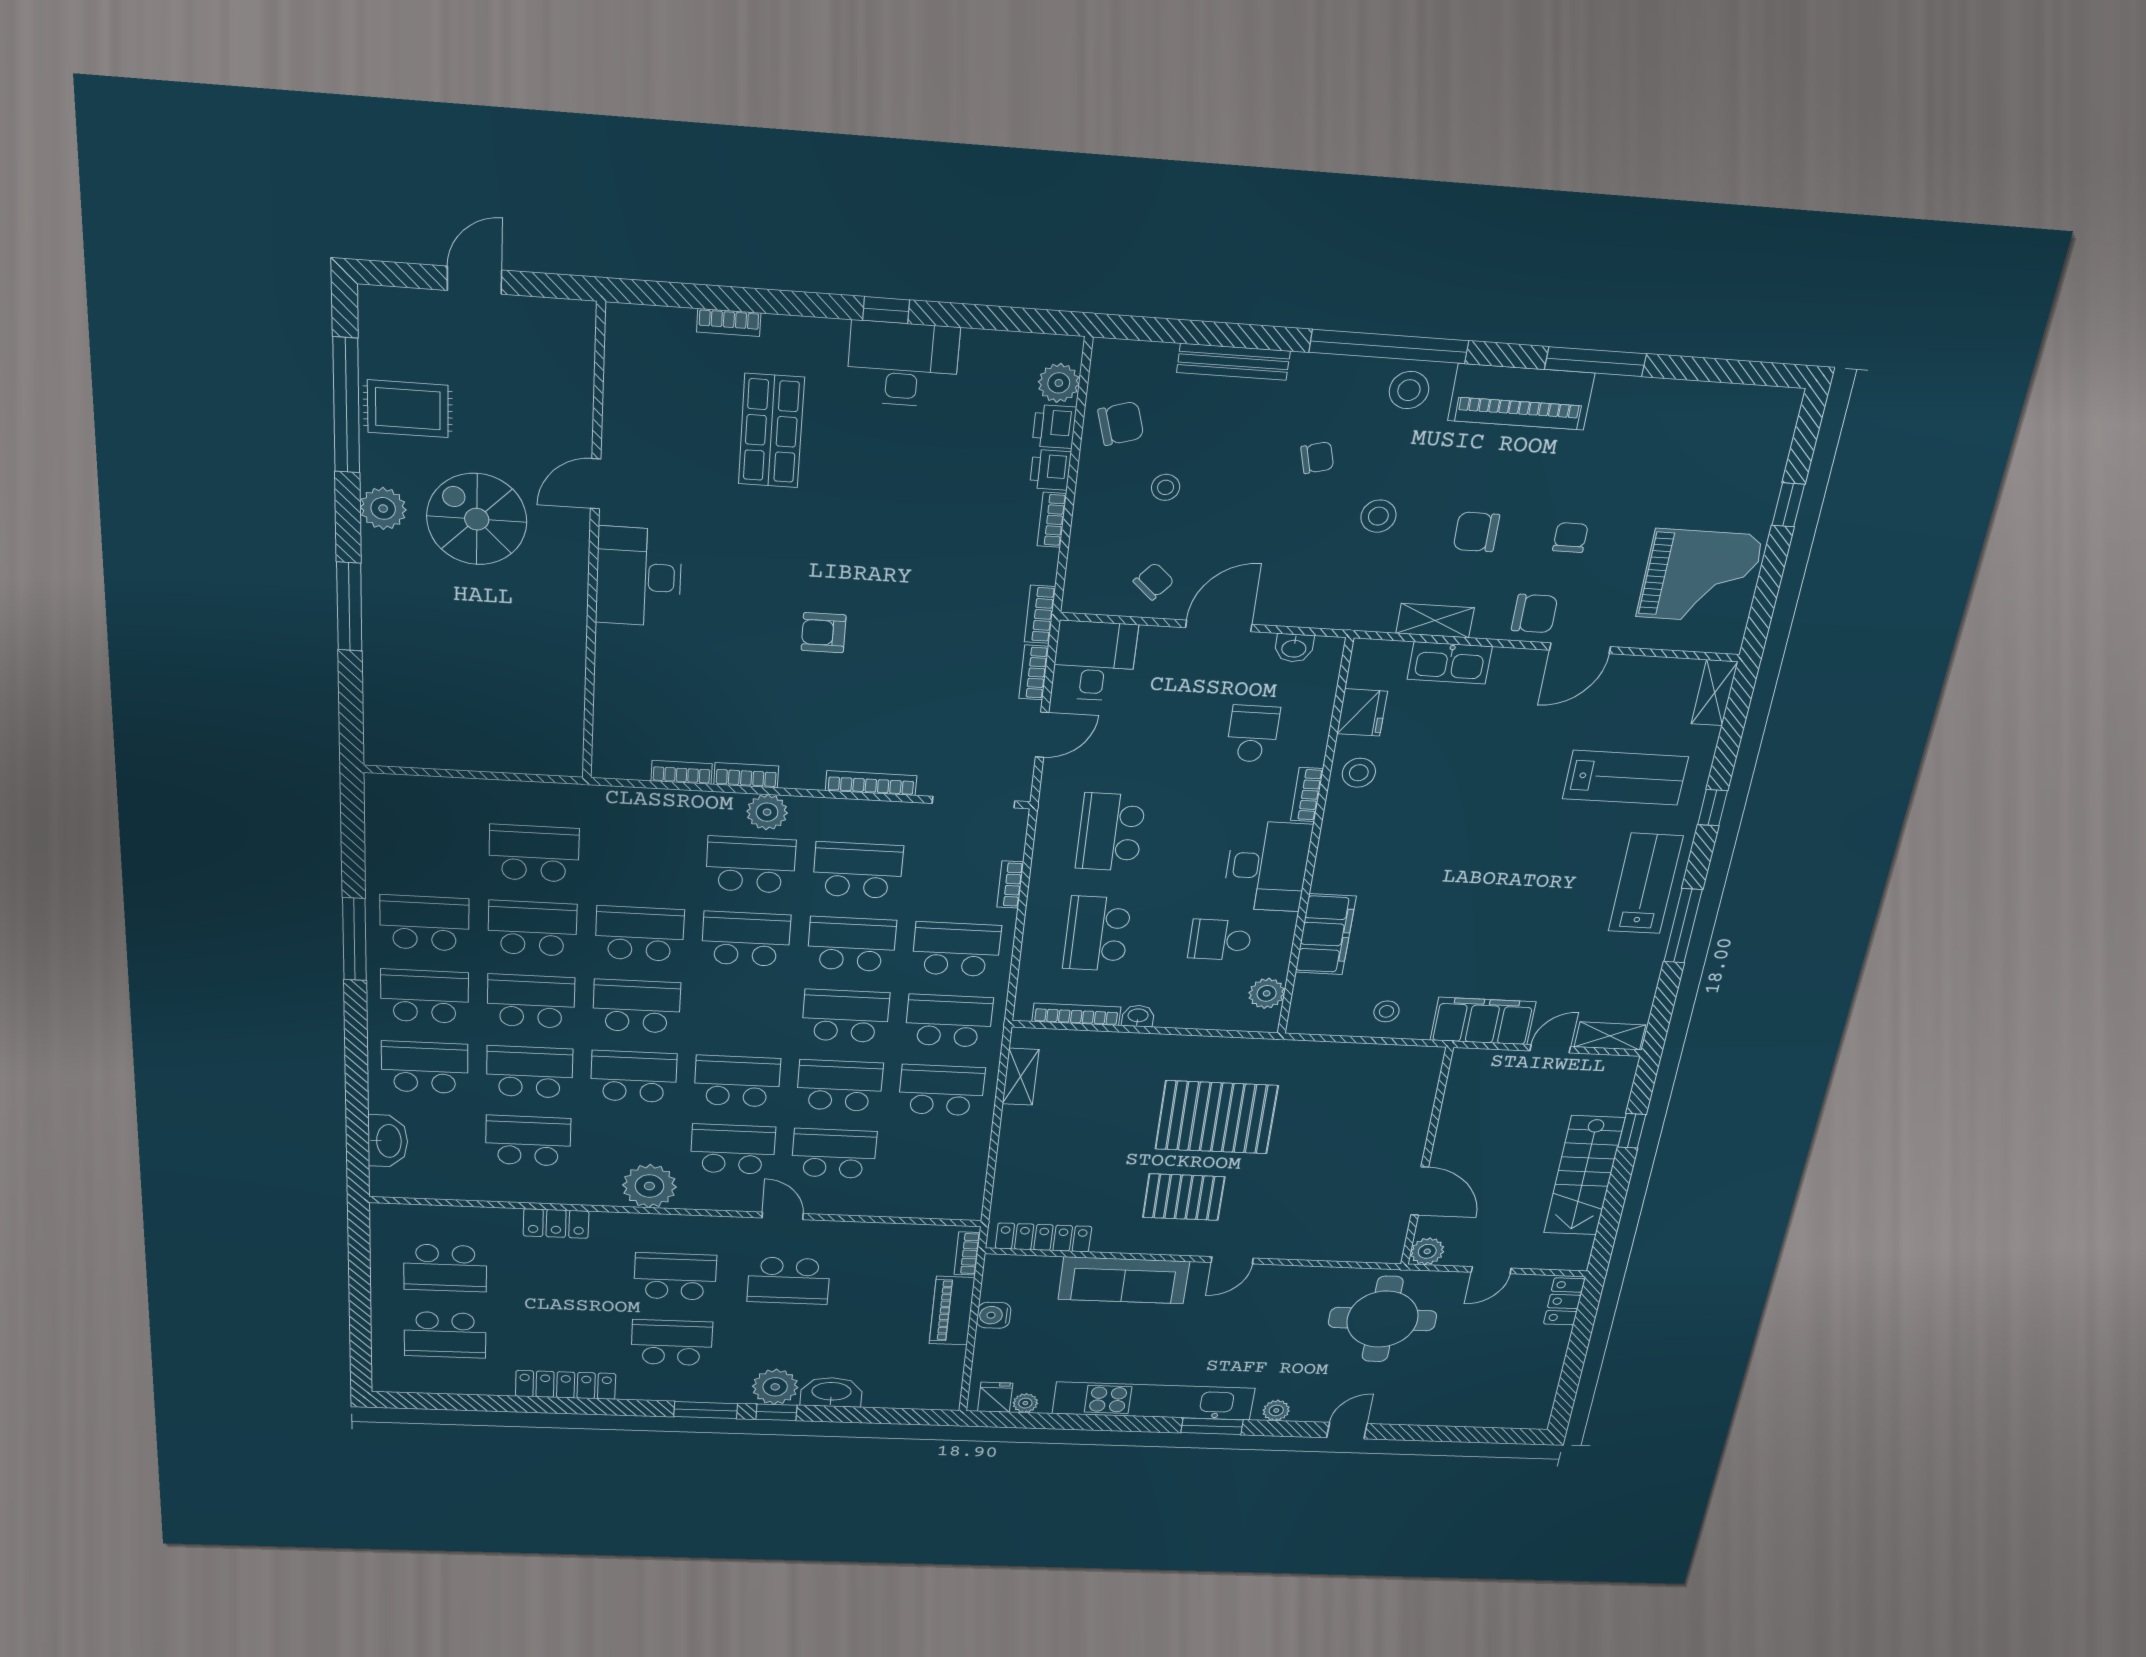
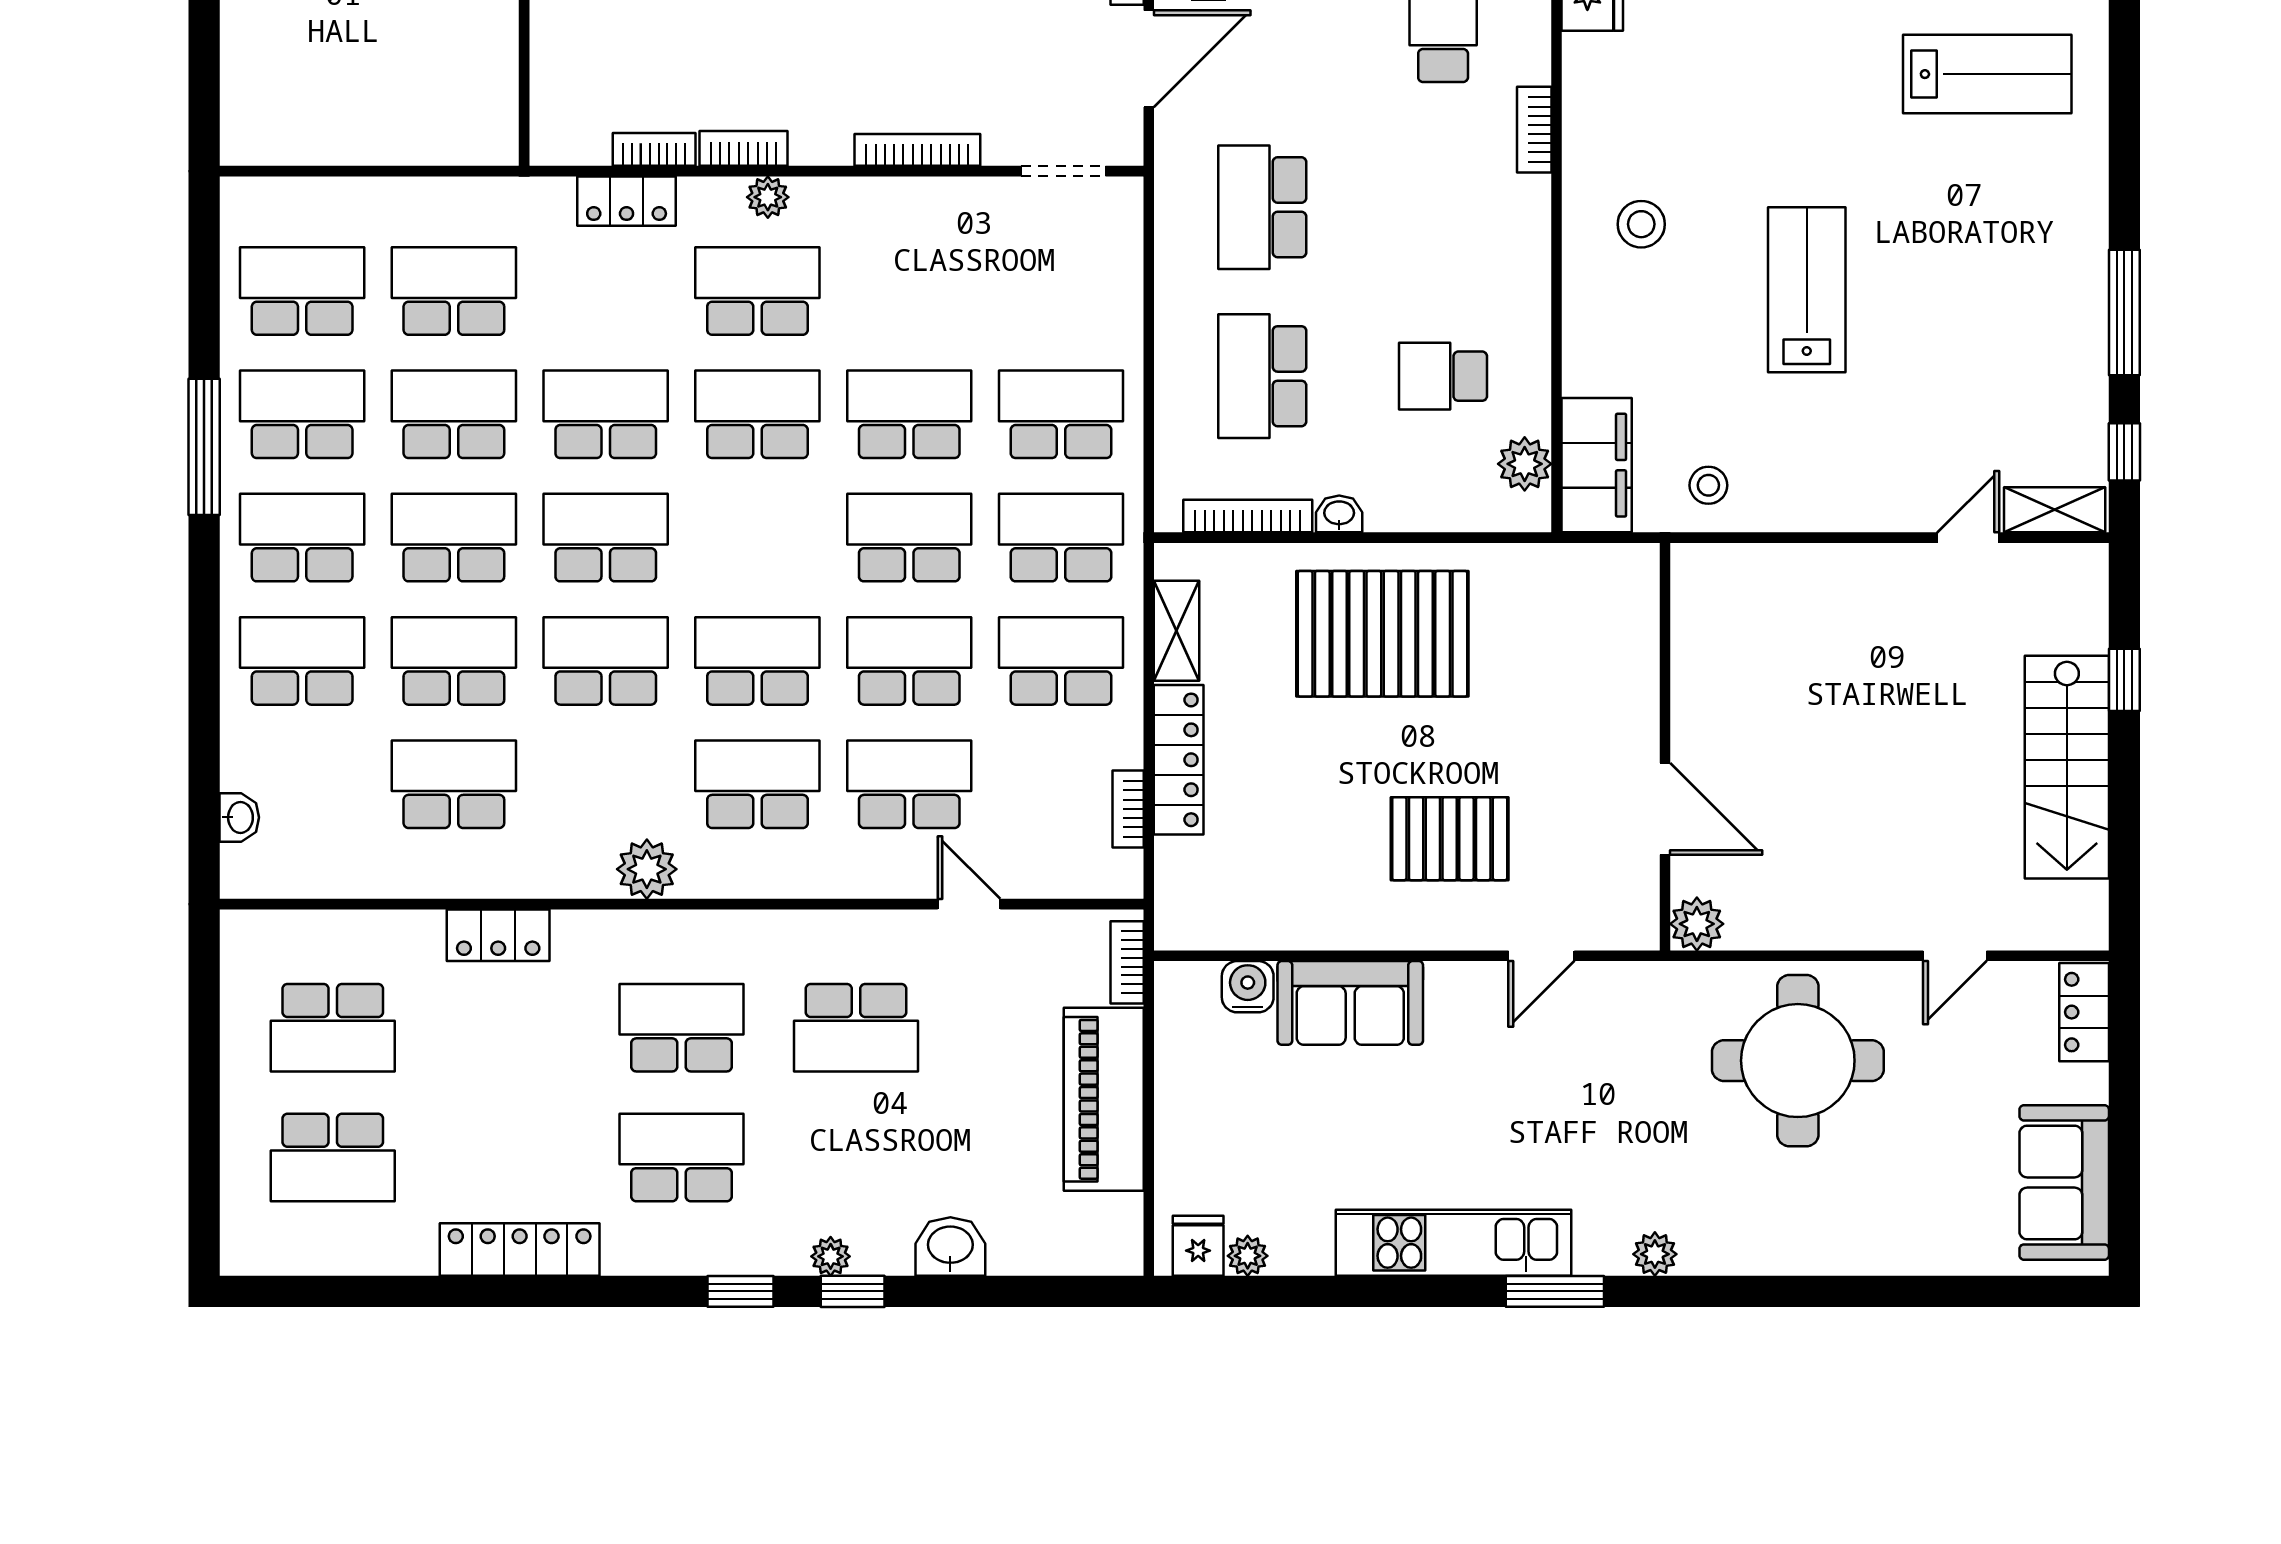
door: (1042, 735) -> (1149, 59), width x1.38
stool: (1359, 773) -> (1641, 224), moved
doorway: (974, 802) -> (1063, 171), width x0.73
locker: (660, 804) -> (627, 201), added
window: (1713, 808) -> (2124, 452), moved
plant: (767, 812) -> (768, 197), width x0.73, depth x0.73
desk: (1267, 866) -> (1494, 249), removed
school desk: (858, 870) -> (302, 291), moved
lab bench: (1646, 884) -> (1807, 290), moved
bookcase: (1010, 885) -> (1128, 809), moved
filing cabinet: (1326, 934) -> (1597, 465), moved
filing cabinet: (1483, 1021) -> (1857, 494), removed
pallet: (1217, 1117) -> (1382, 634), moved
washbasin: (388, 1141) -> (239, 817), width x0.52, depth x0.69
wall: (1427, 1158) -> (1665, 747), moved
plant: (649, 1186) -> (647, 869), width x0.73, depth x0.73
door: (1420, 1191) -> (1665, 809), moved
door: (783, 1216) -> (969, 904), moved
locker: (1043, 1237) -> (1179, 760), moved, turned 90
plant: (1427, 1251) -> (1697, 924), moved
sofa: (1124, 1280) -> (1350, 1003), width x0.73
piano: (952, 1311) -> (1104, 1099), width x1.37, depth x1.33
water cooler: (994, 1315) -> (1248, 987), moved, turned 90
sofa: (1532, 1384) -> (2064, 1182), added
plant: (775, 1387) -> (831, 1256), width x0.53, depth x0.53
washbasin: (831, 1392) -> (950, 1246), width x0.72
kitchen unit: (1154, 1401) -> (1453, 1243), width x0.73
window: (706, 1410) -> (741, 1291), width x0.67
door: (1347, 1431) -> (1777, 1291), removed

